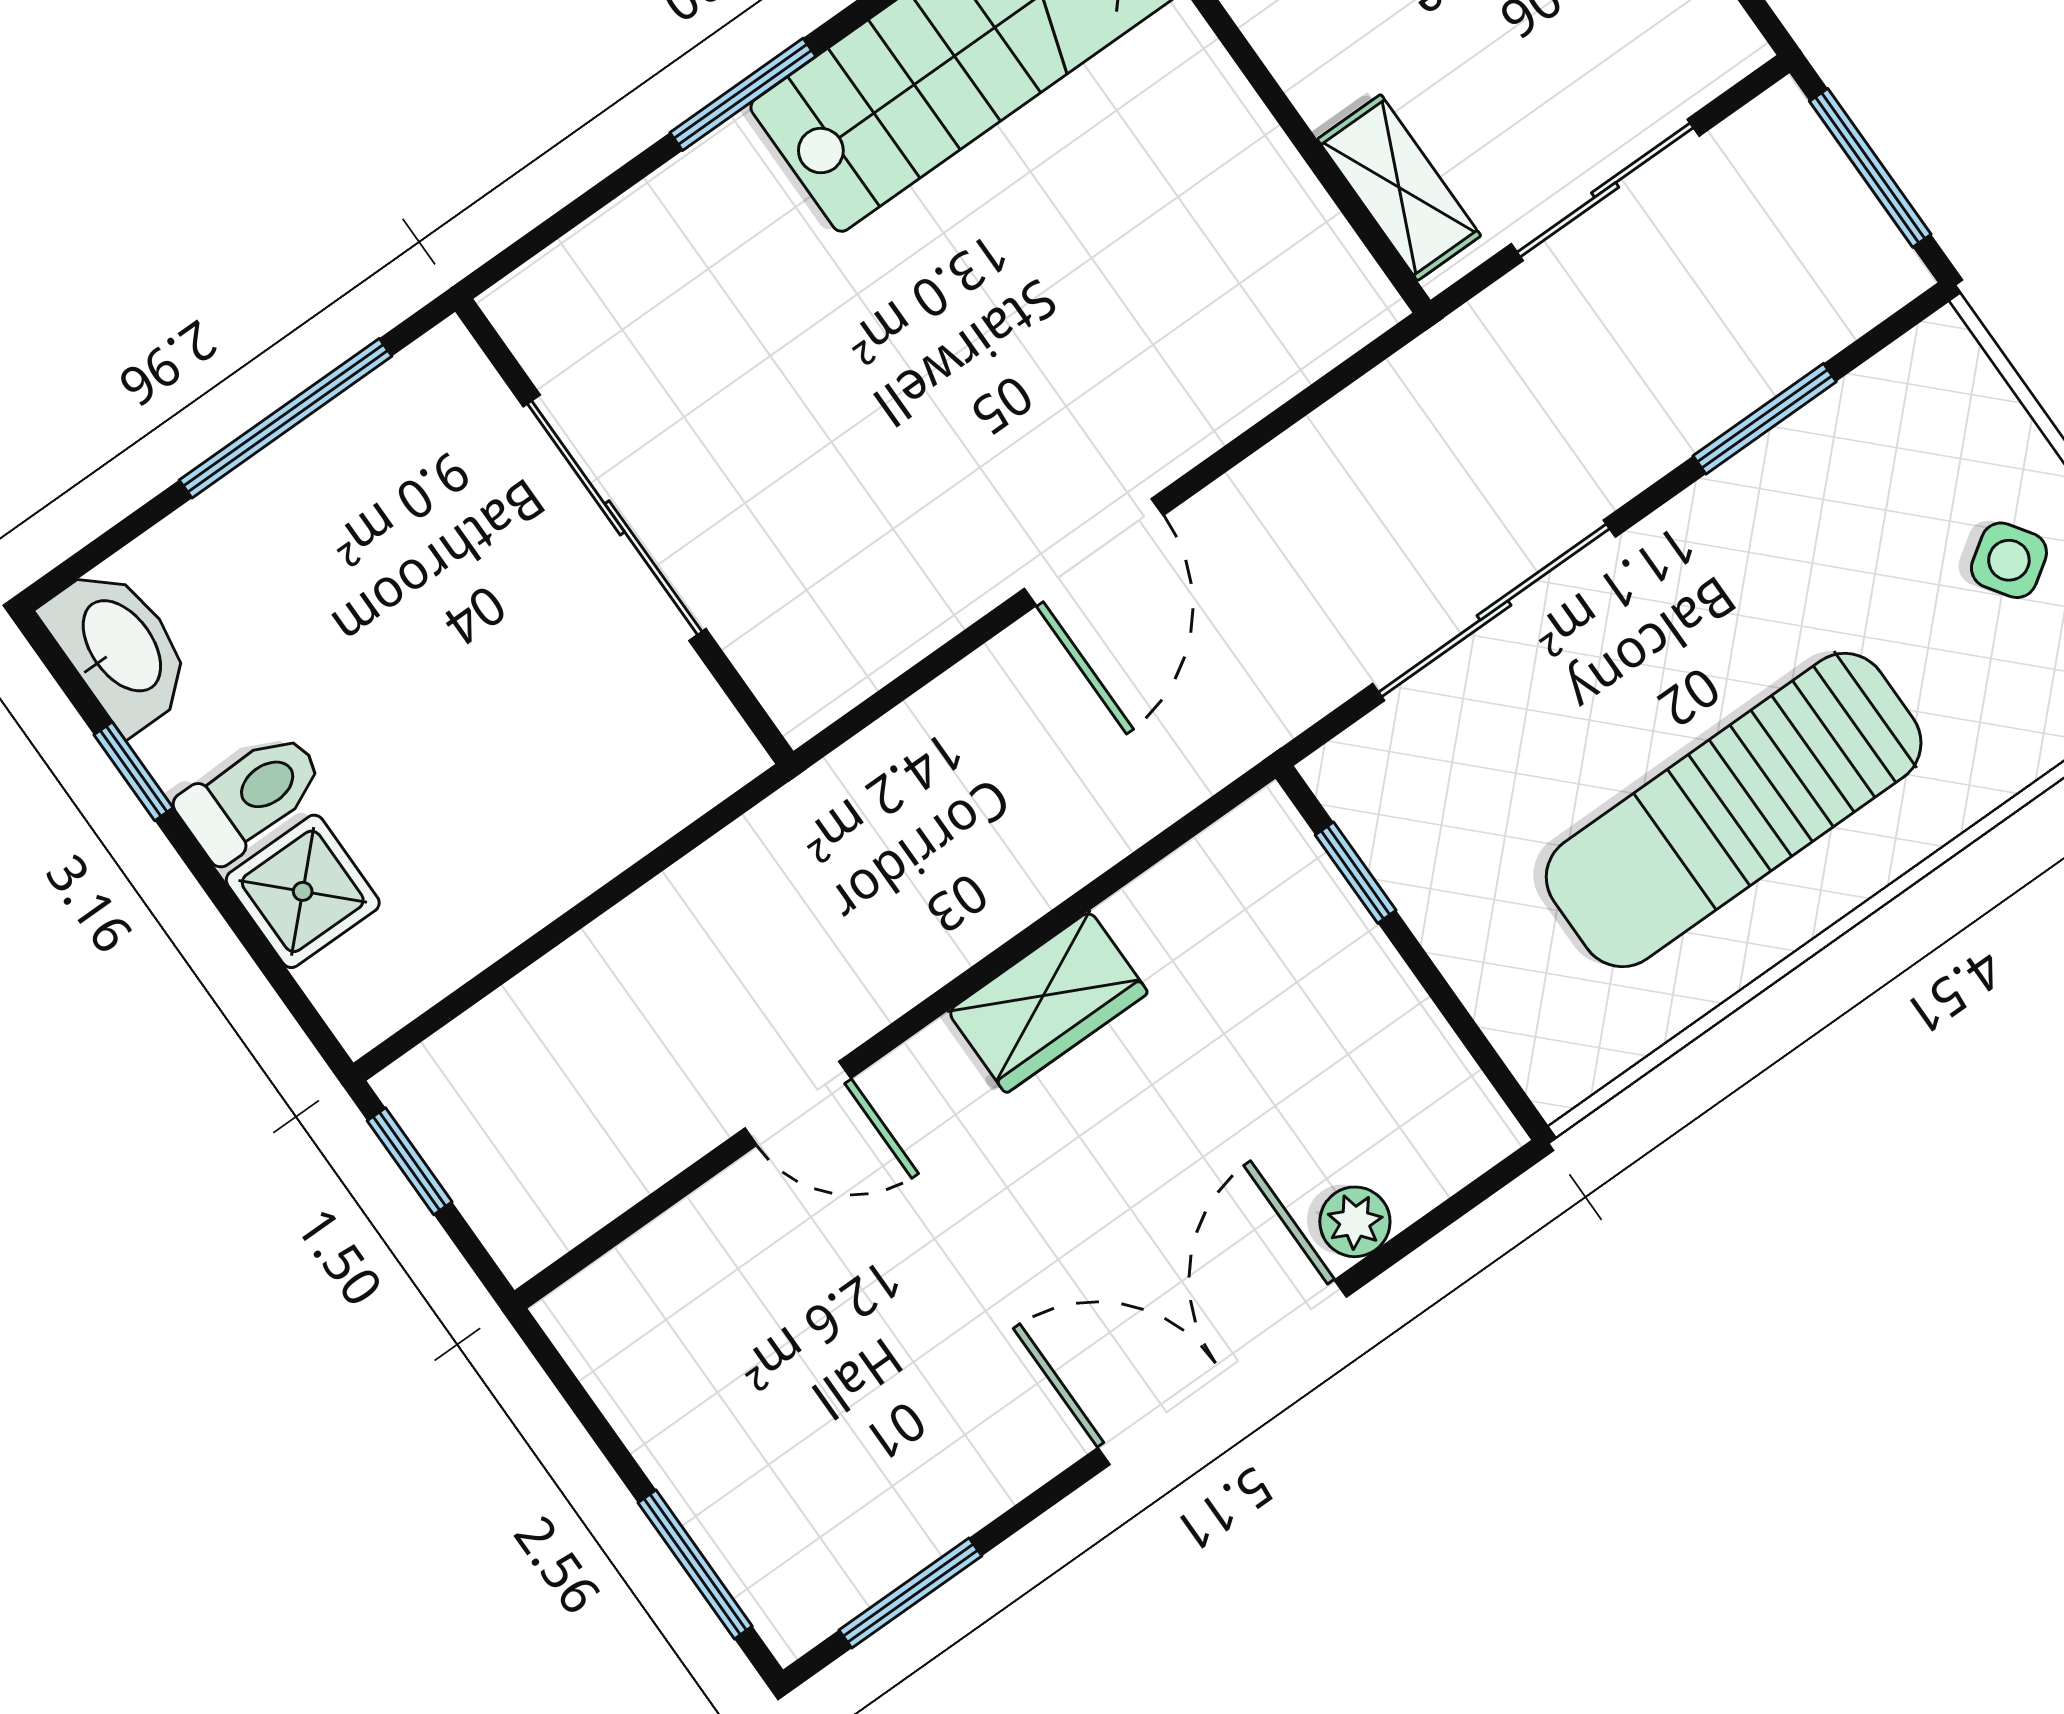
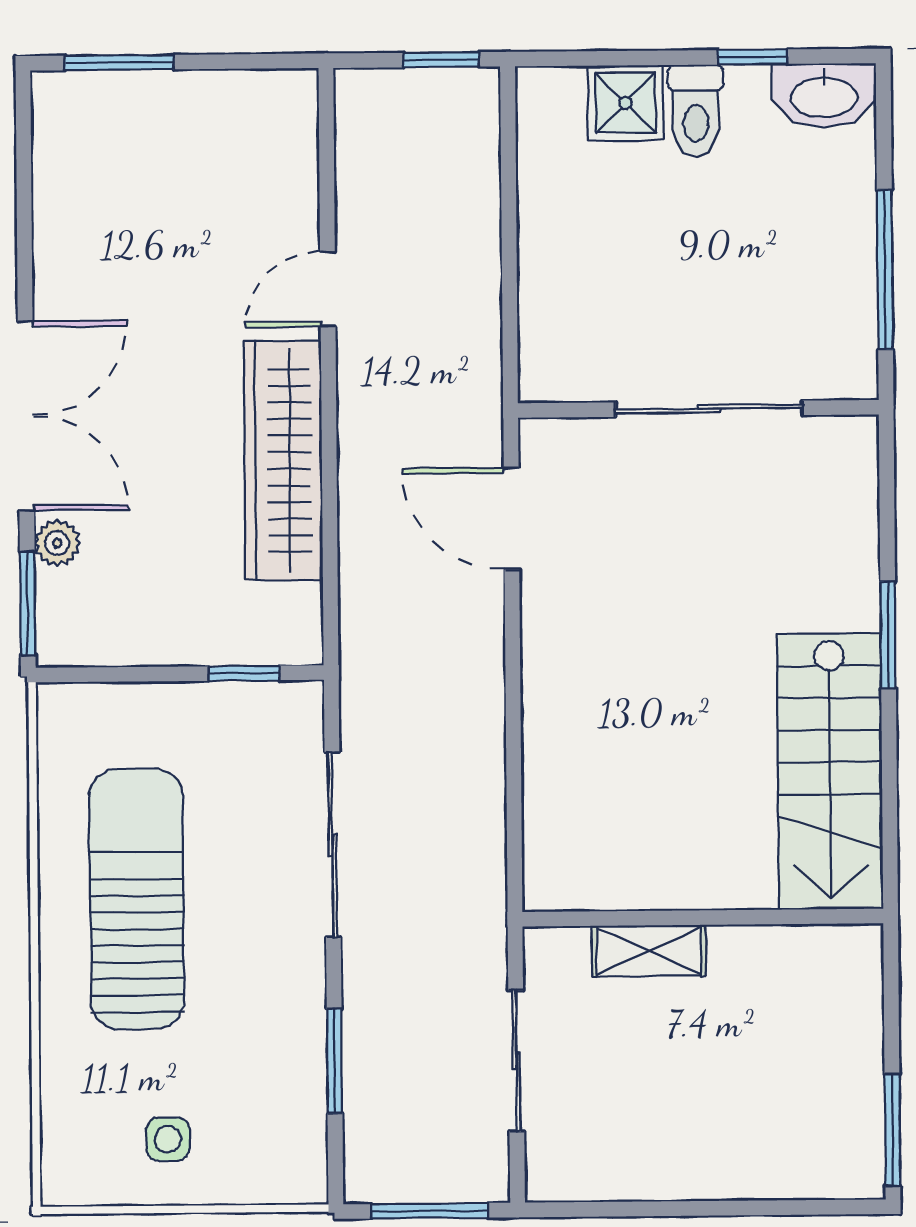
shelving: (1399, 187) -> (649, 951), moved
door: (1094, 552) -> (512, 519), moved
side table: (2009, 560) -> (168, 1139), turned 34
wardrobe: (1048, 1002) -> (283, 460), width x2.10, depth x1.17
window: (910, 1593) -> (28, 603), moved

